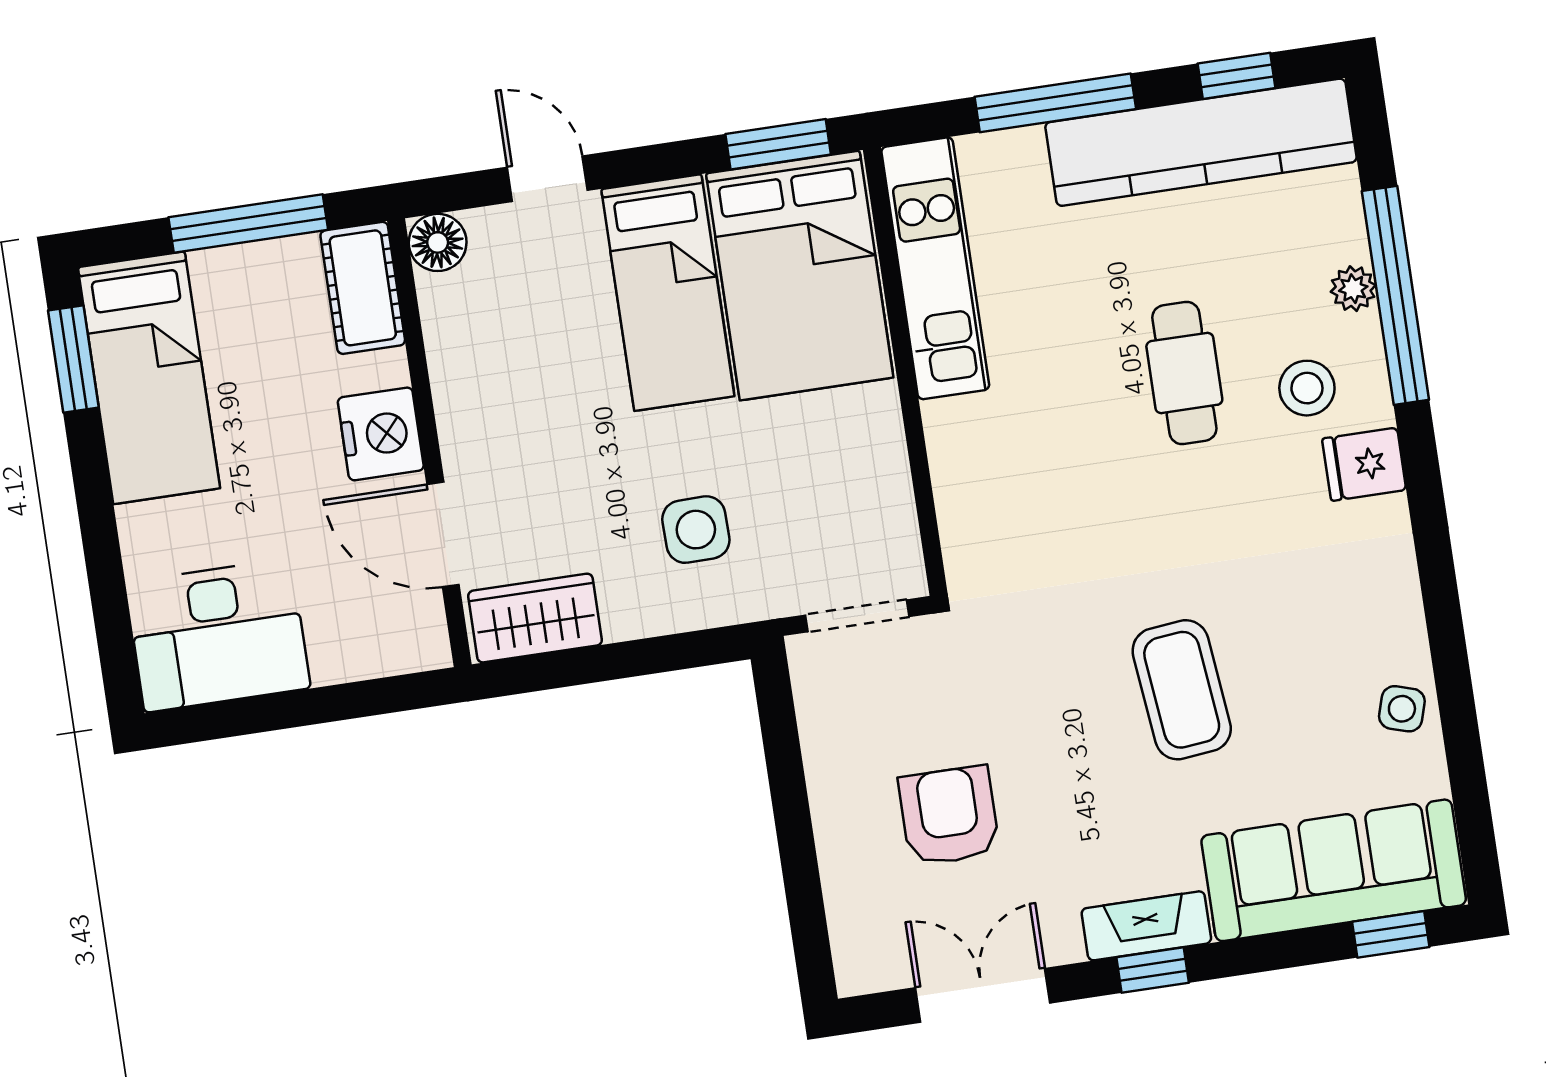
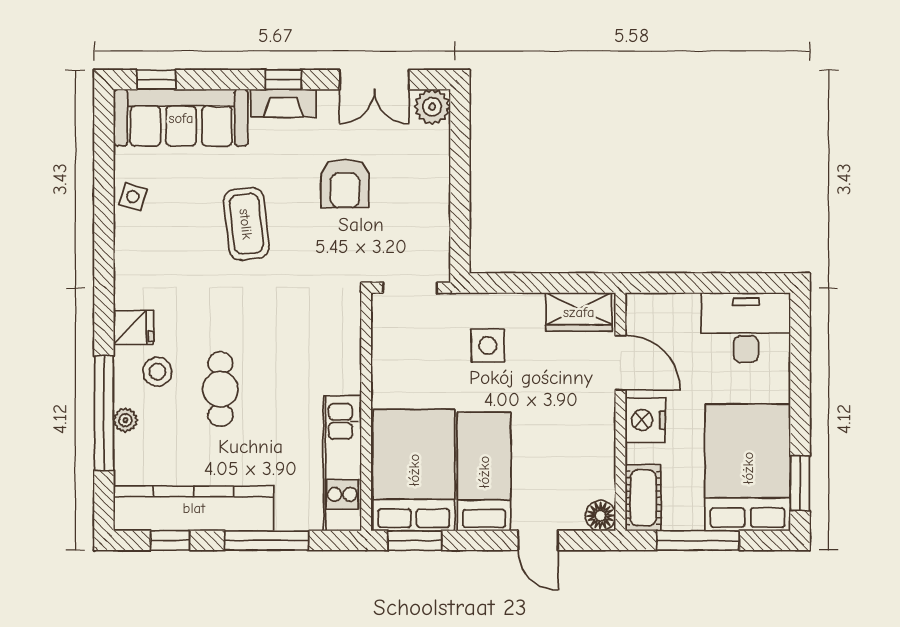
bed: (149, 378) -> (748, 468), width x1.50
armchair: (949, 816) -> (345, 183), moved
plant: (867, 961) -> (432, 107), added

